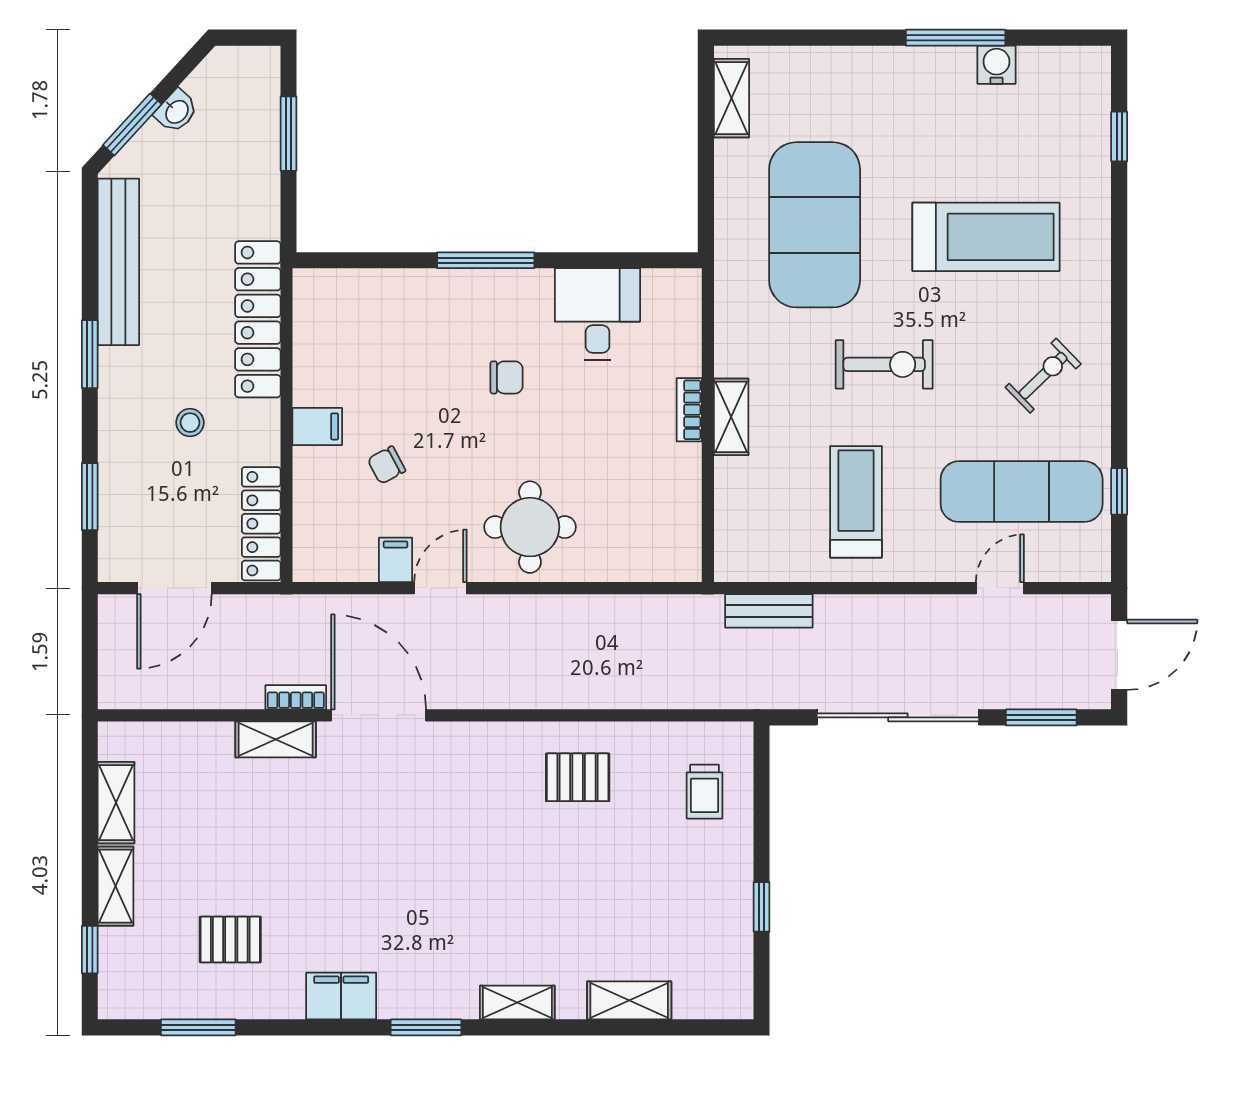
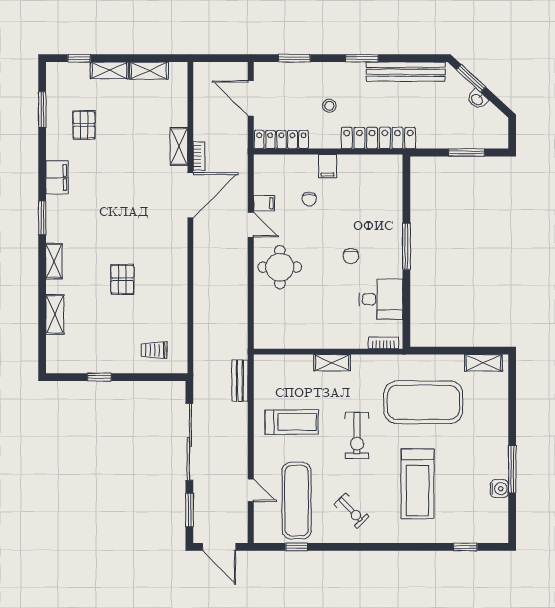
bookcase: (689, 410) -> (383, 343), moved
chair: (386, 465) -> (309, 199), turned -152
pallet: (578, 777) -> (122, 279), moved

